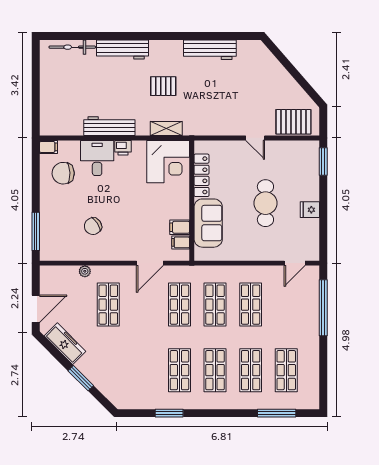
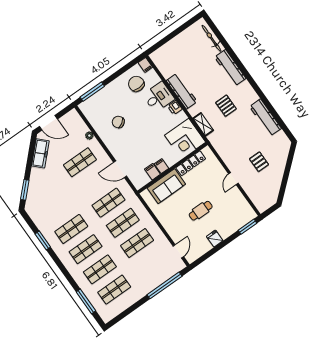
pallet: (293, 122) -> (259, 162), moved, width x0.67, depth x0.71
cafe table: (265, 203) -> (201, 211), width x0.73, depth x0.74
filing cabinet: (181, 242) -> (162, 166), moved
door: (295, 263) -> (178, 251), swing flipped
window: (81, 378) -> (25, 190), moved

